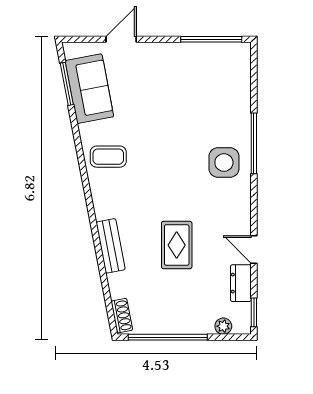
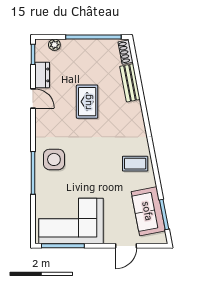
corner sofa: (200, 75) -> (71, 221), added
bench: (111, 246) -> (130, 83), moved

